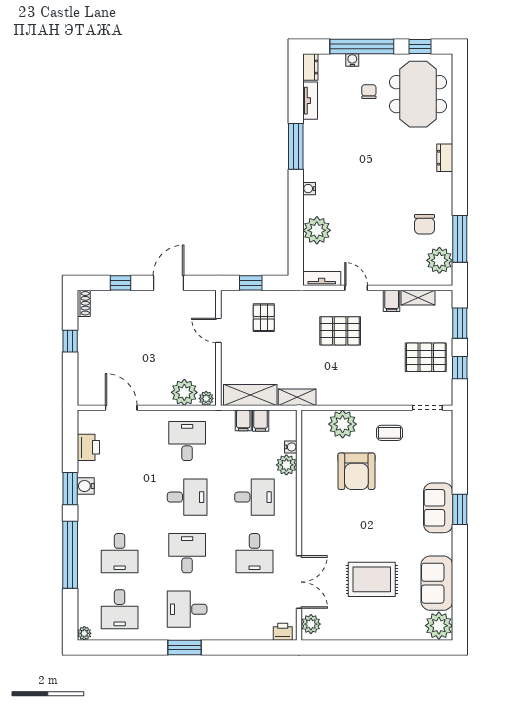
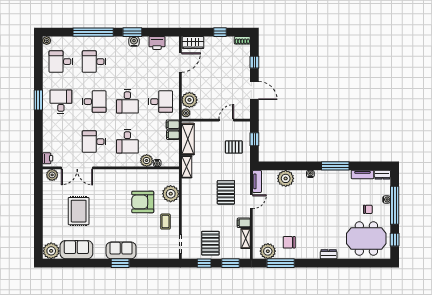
wardrobe: (88, 386) -> (193, 43), added
filing cabinet: (261, 421) -> (173, 125), moved

